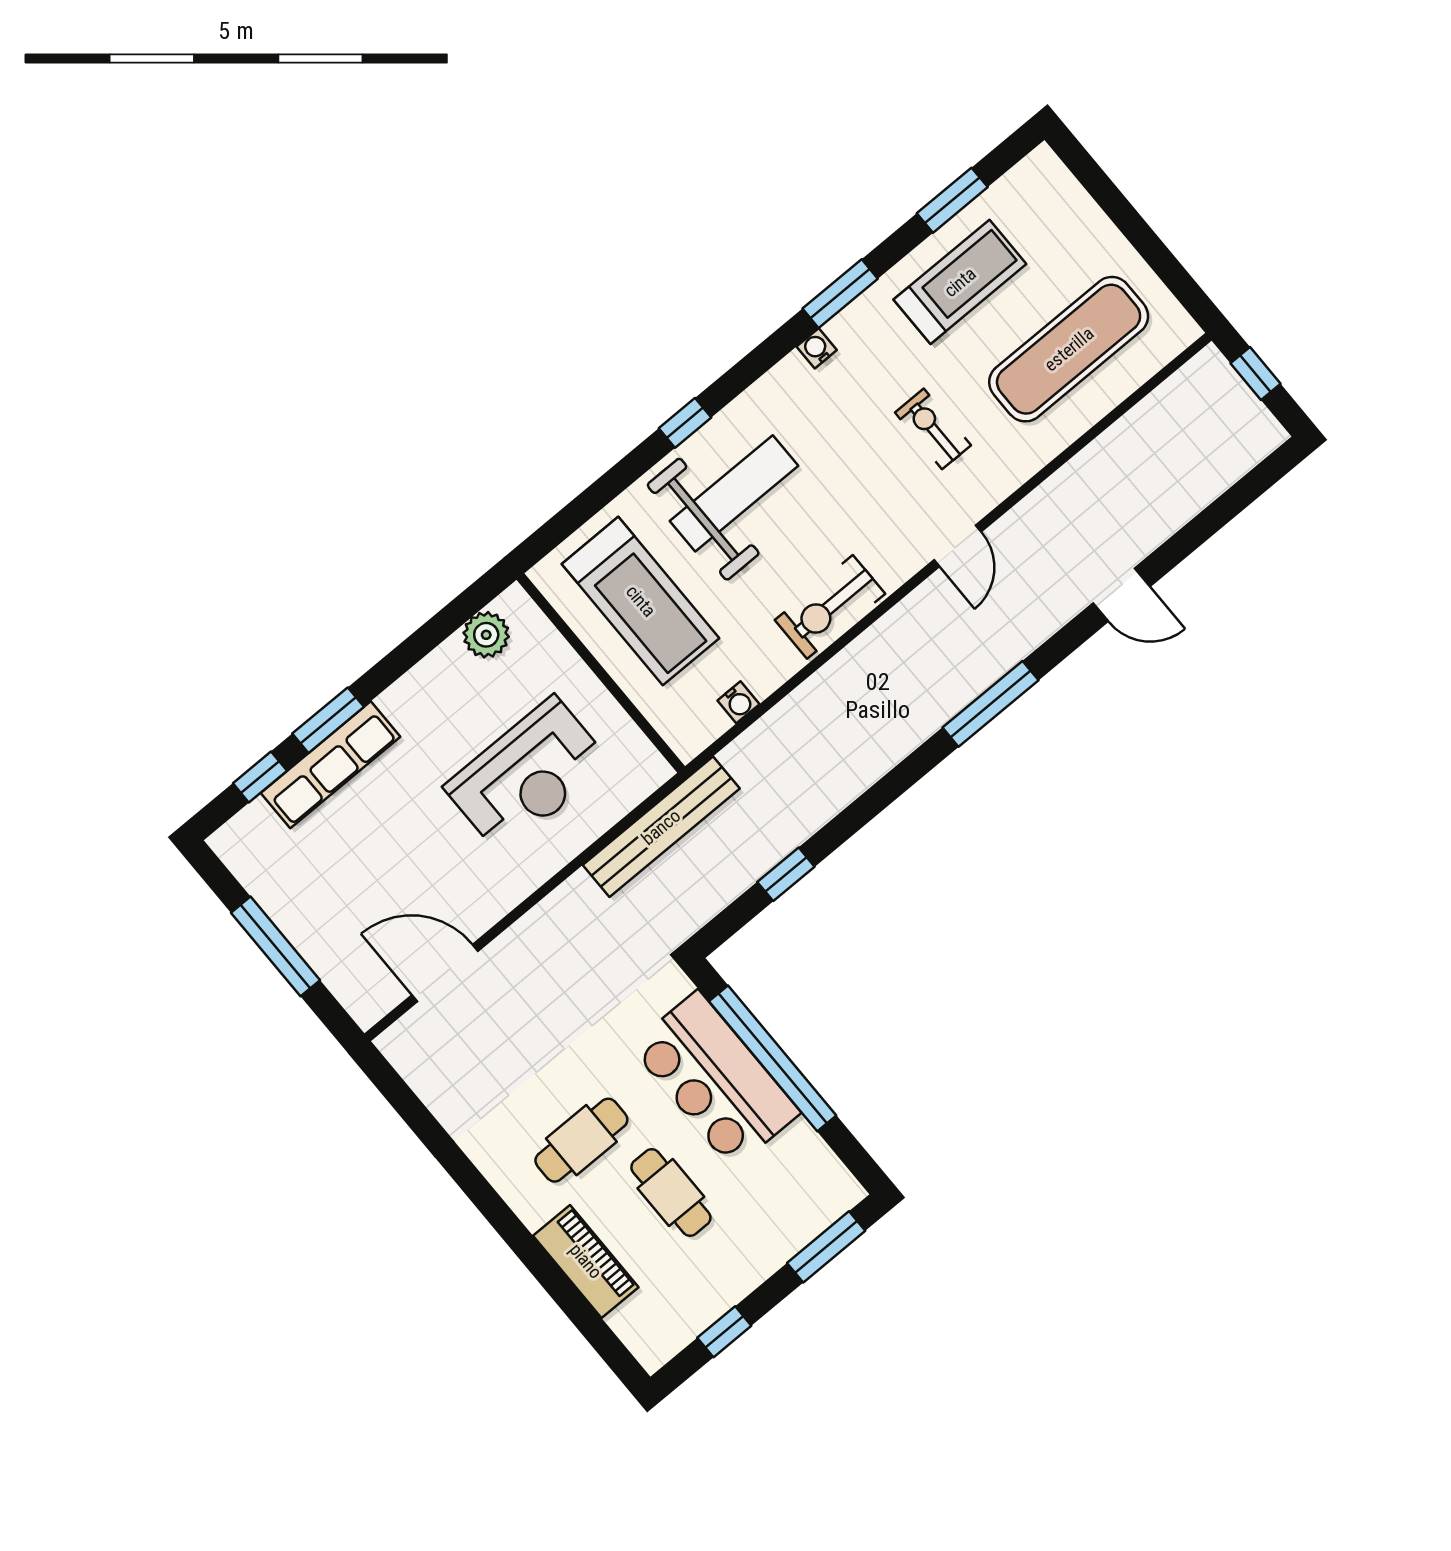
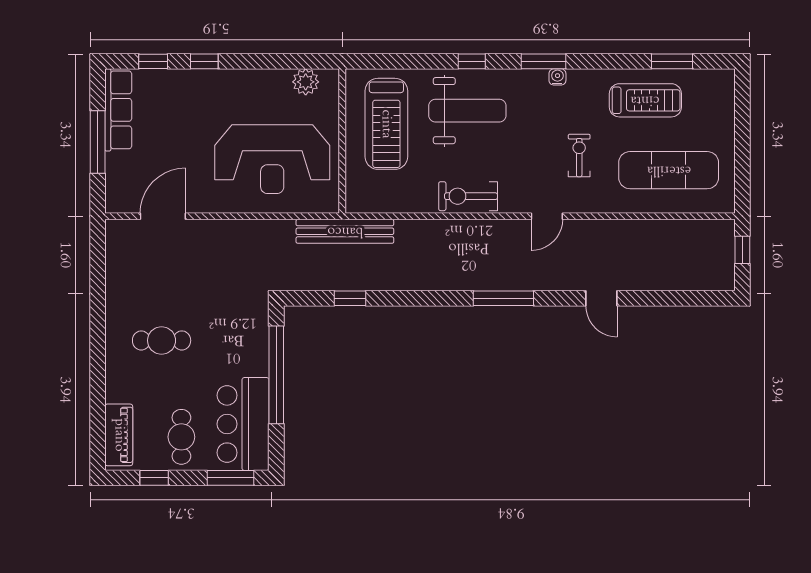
window: (840, 294) -> (543, 61), moved
water cooler: (738, 702) -> (392, 205), removed
window: (328, 720) -> (204, 61), width x0.67
row of seats: (331, 765) -> (118, 110), moved, turned -90
reception desk: (527, 775) -> (272, 159), width x1.36, depth x1.30
bench: (661, 827) -> (345, 231), moved
door: (445, 973) -> (163, 216), hinge flipped
bar counter: (715, 1080) -> (243, 424), moved
cafe table: (671, 1193) -> (181, 437), moved
piano: (586, 1261) -> (119, 435), moved

